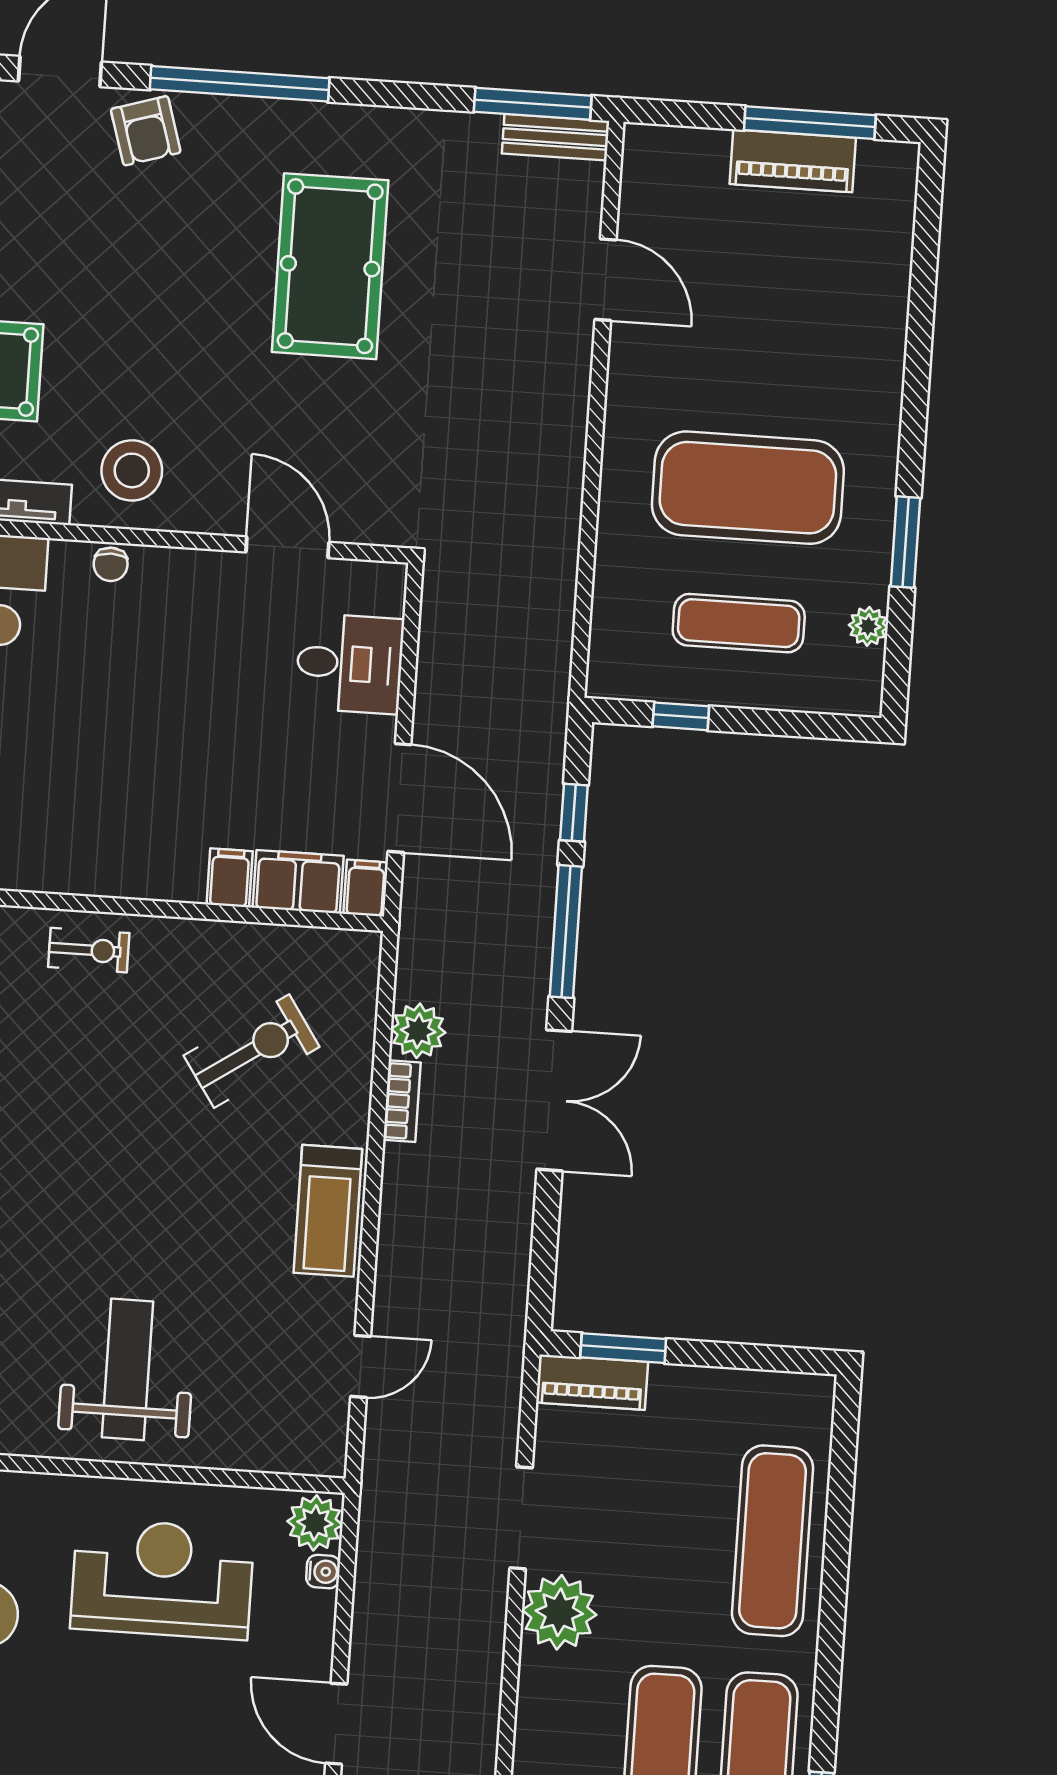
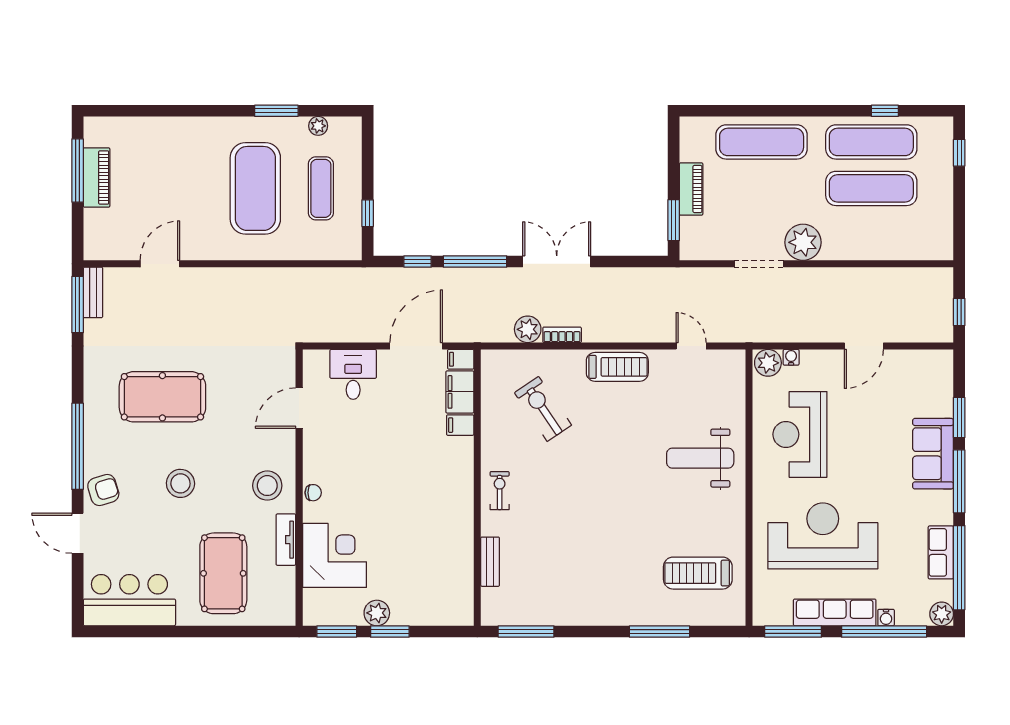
stool: (149, 291) -> (180, 483), added
piano: (592, 1382) -> (691, 189), moved

